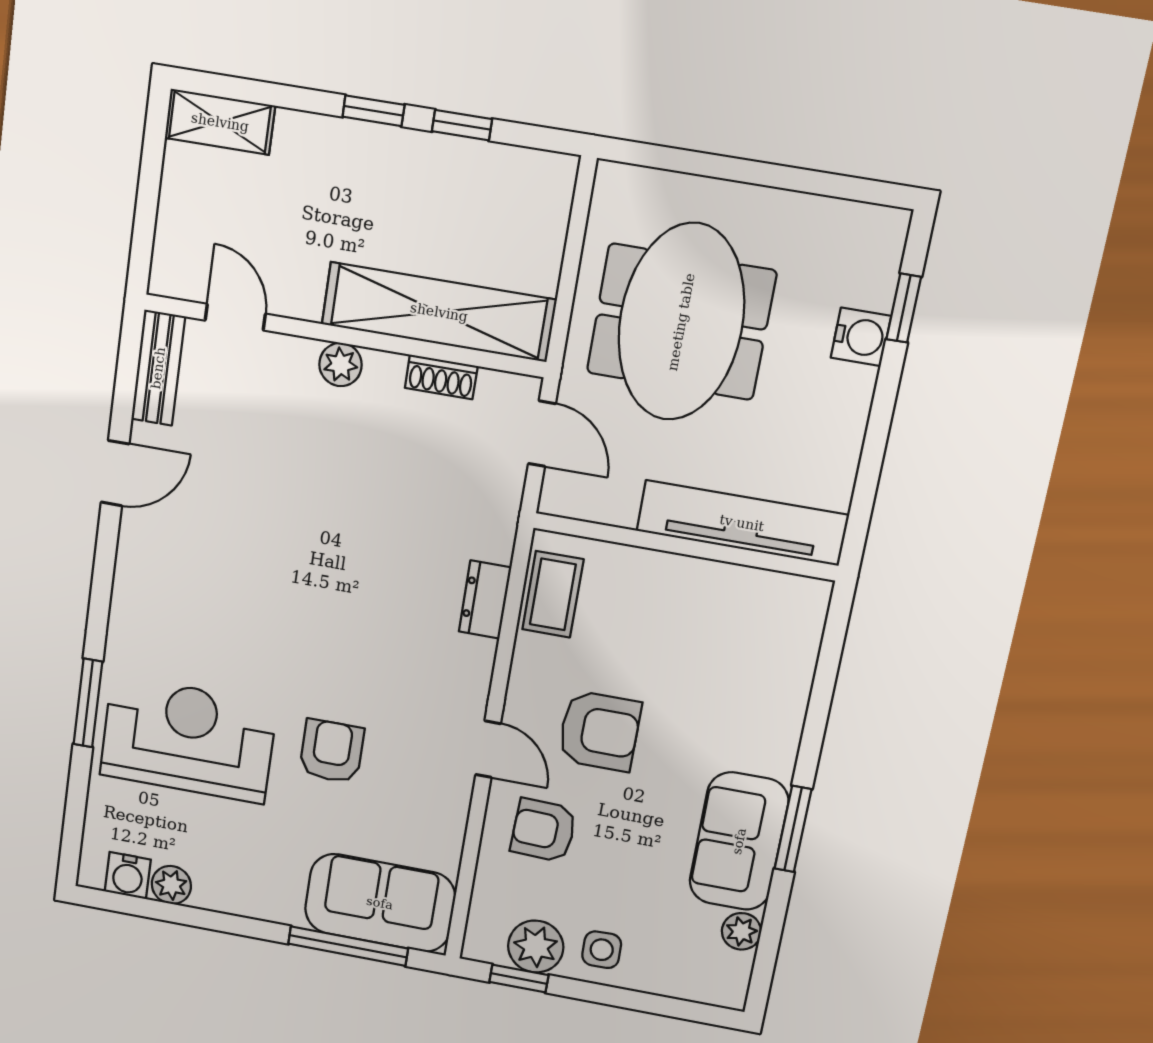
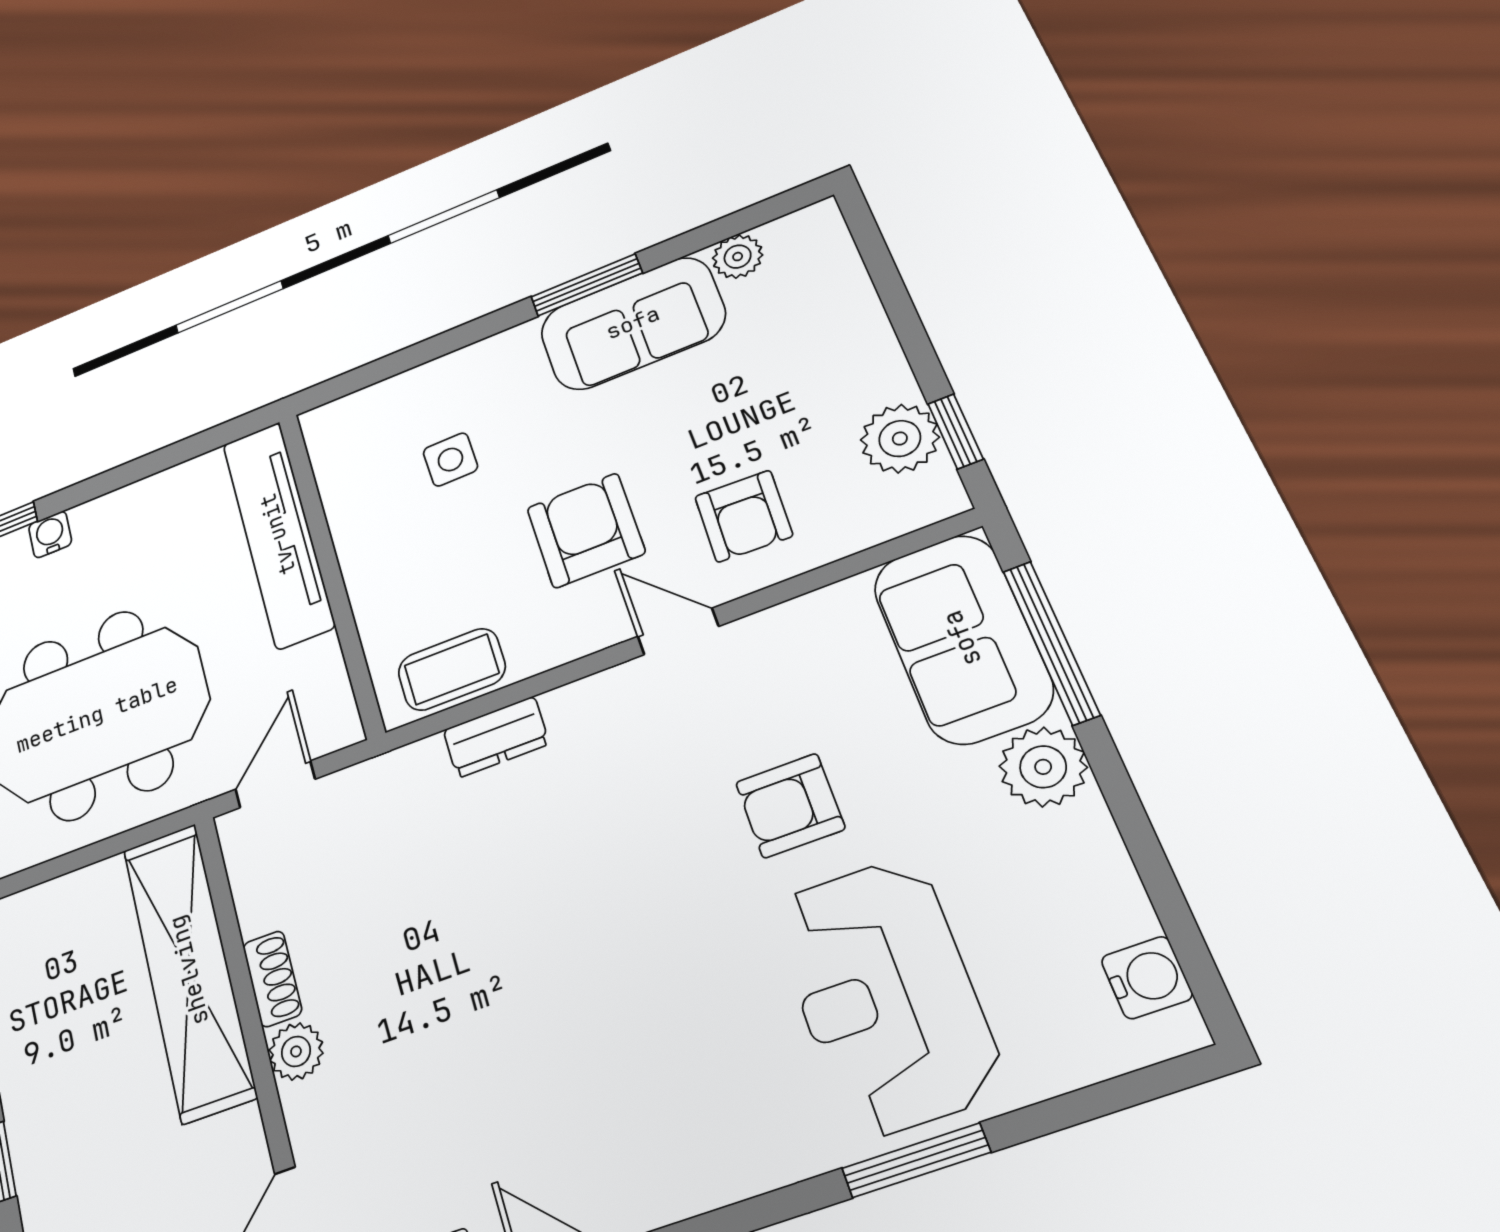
water cooler: (861, 337) -> (50, 534), width x0.72, depth x0.72
shoe rack: (441, 377) -> (272, 979), moved
door: (488, 749) -> (678, 631), hinge flipped
plant: (171, 885) -> (1043, 767), moved, width x1.38, depth x1.38
side table: (602, 950) -> (450, 460), moved

